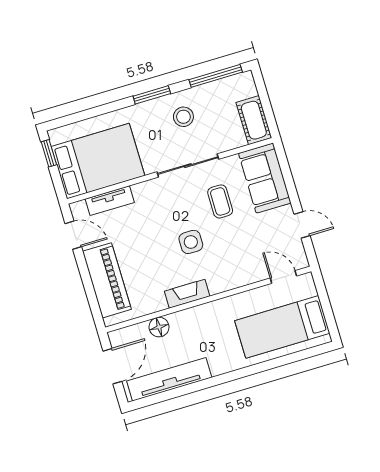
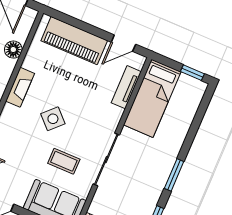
stool: (183, 117) -> (142, 184), removed
bed: (98, 161) -> (152, 98), width x0.67
side table: (191, 242) -> (53, 119), turned 45

